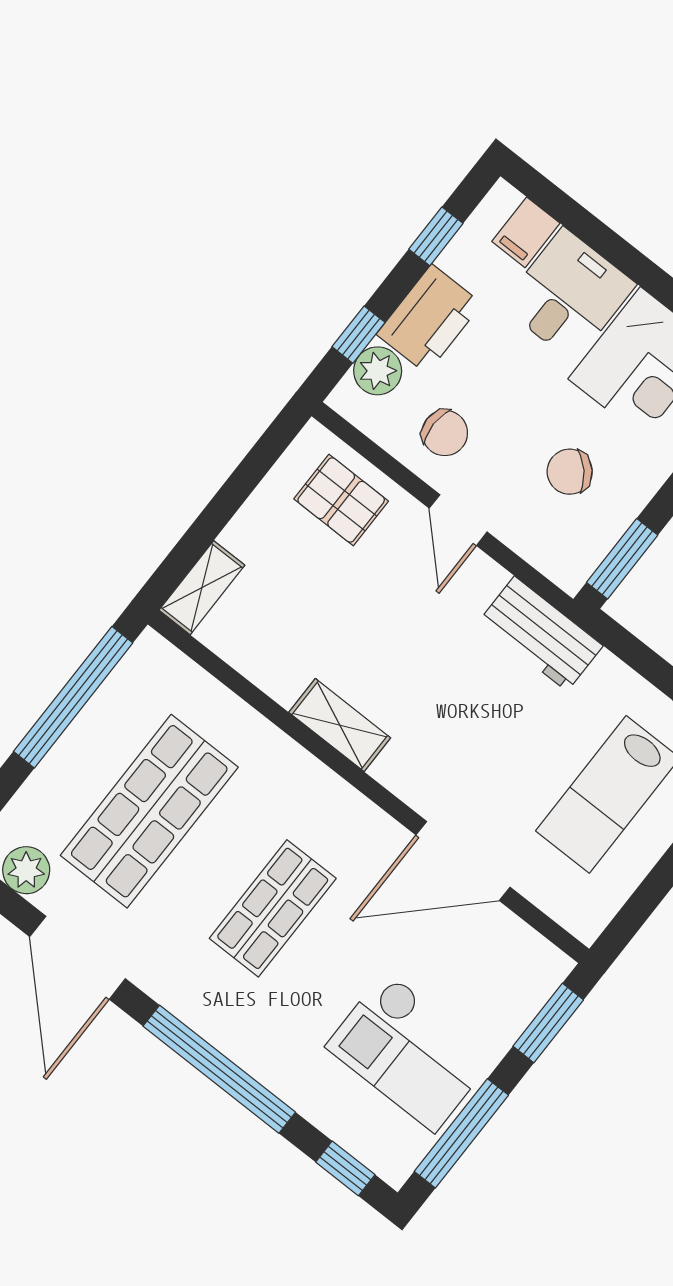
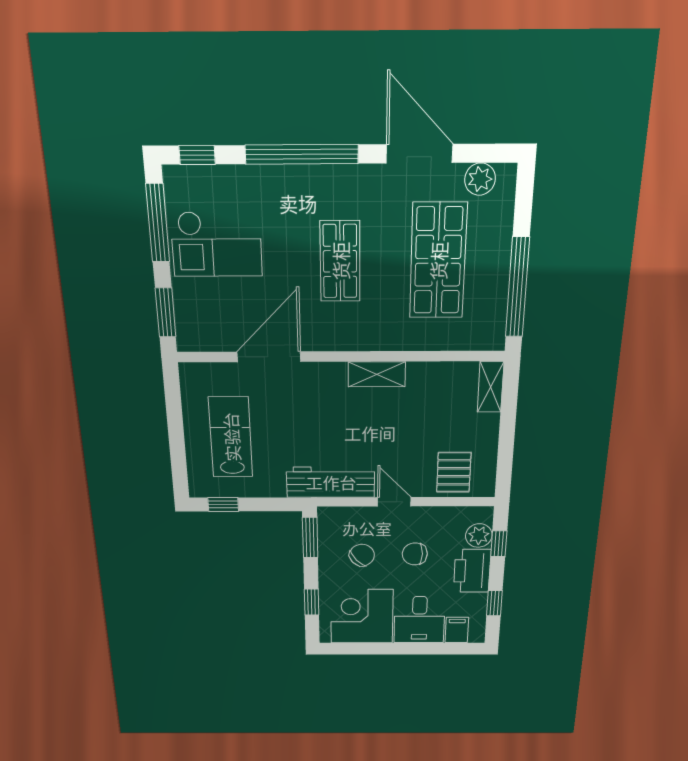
chair: (445, 433) -> (415, 554), moved
pallet: (341, 500) -> (454, 472), turned 90
workbench: (541, 634) -> (331, 482), width x1.38
checkout: (410, 1052) -> (217, 244), turned 180

